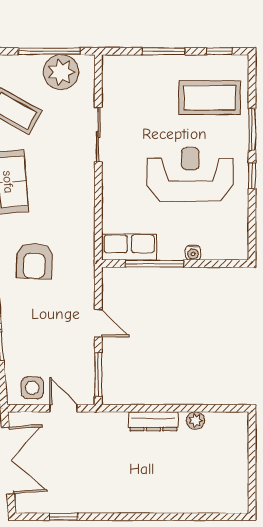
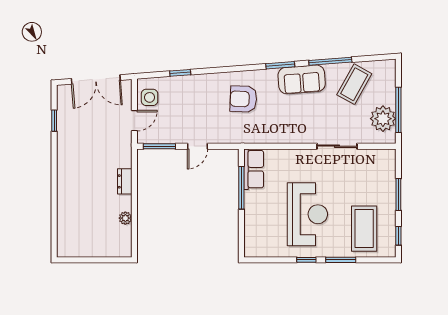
water cooler: (193, 253) -> (249, 216), removed
dresser: (153, 421) -> (125, 181), width x0.70

